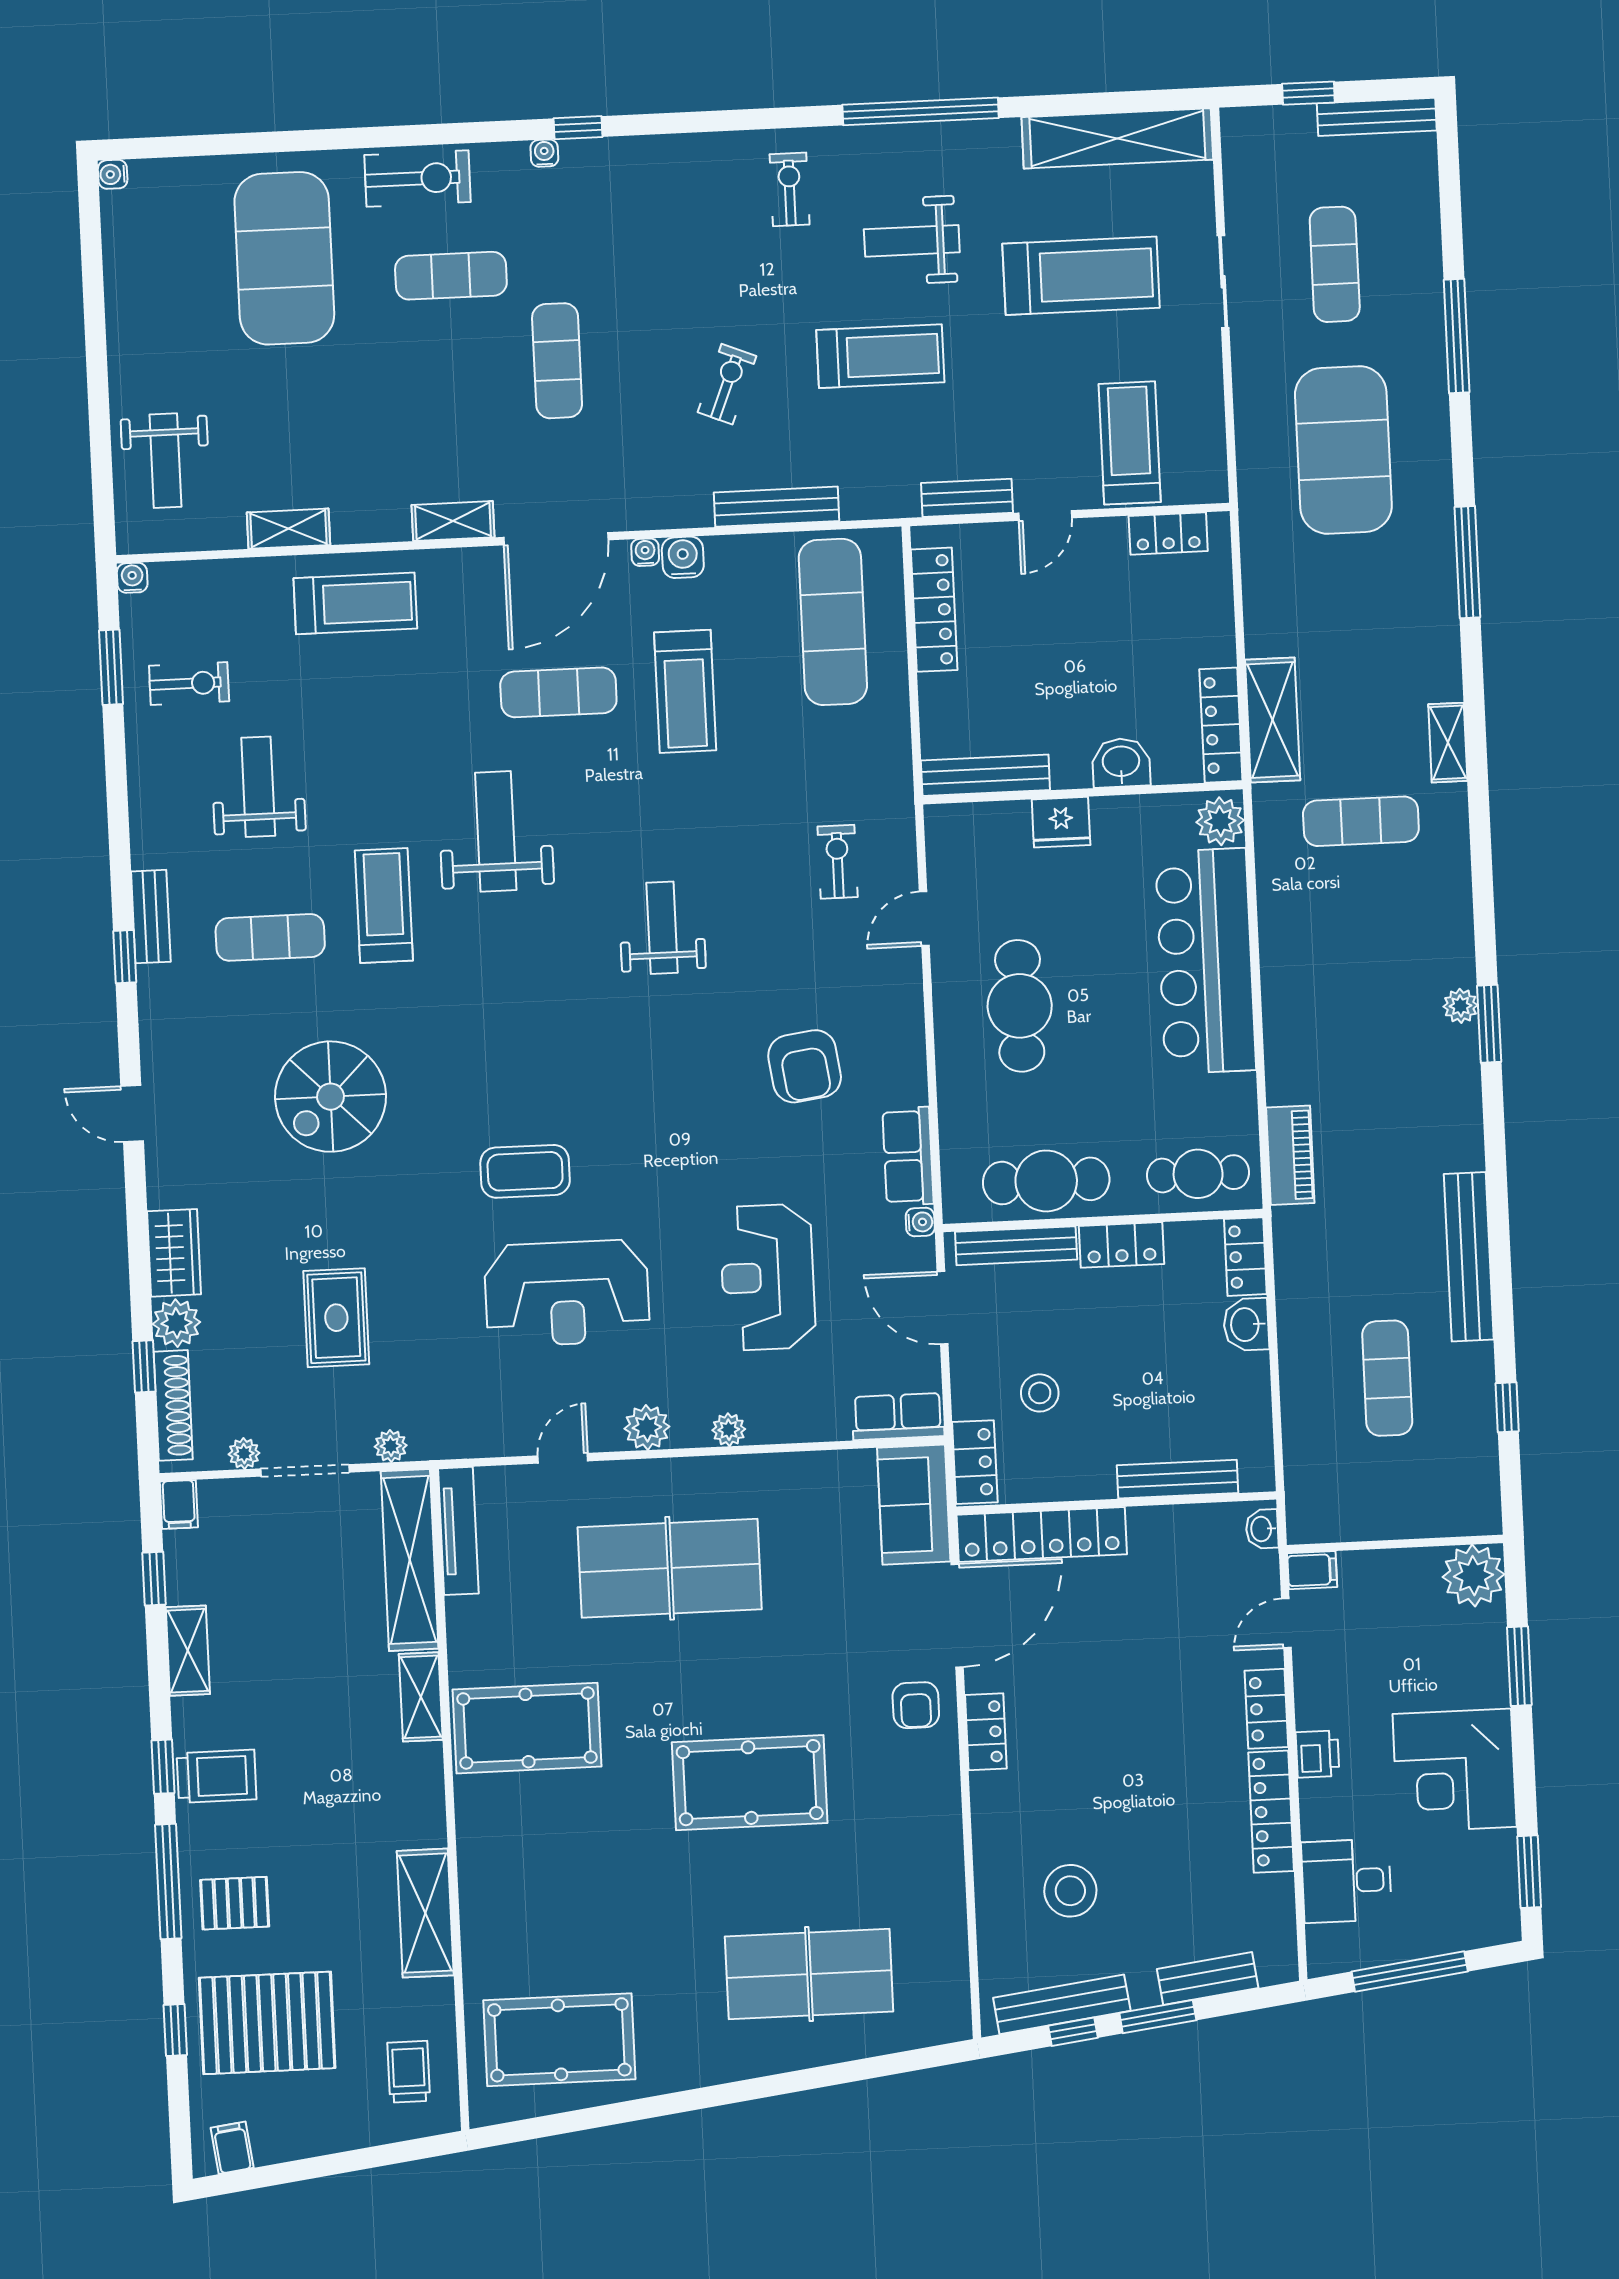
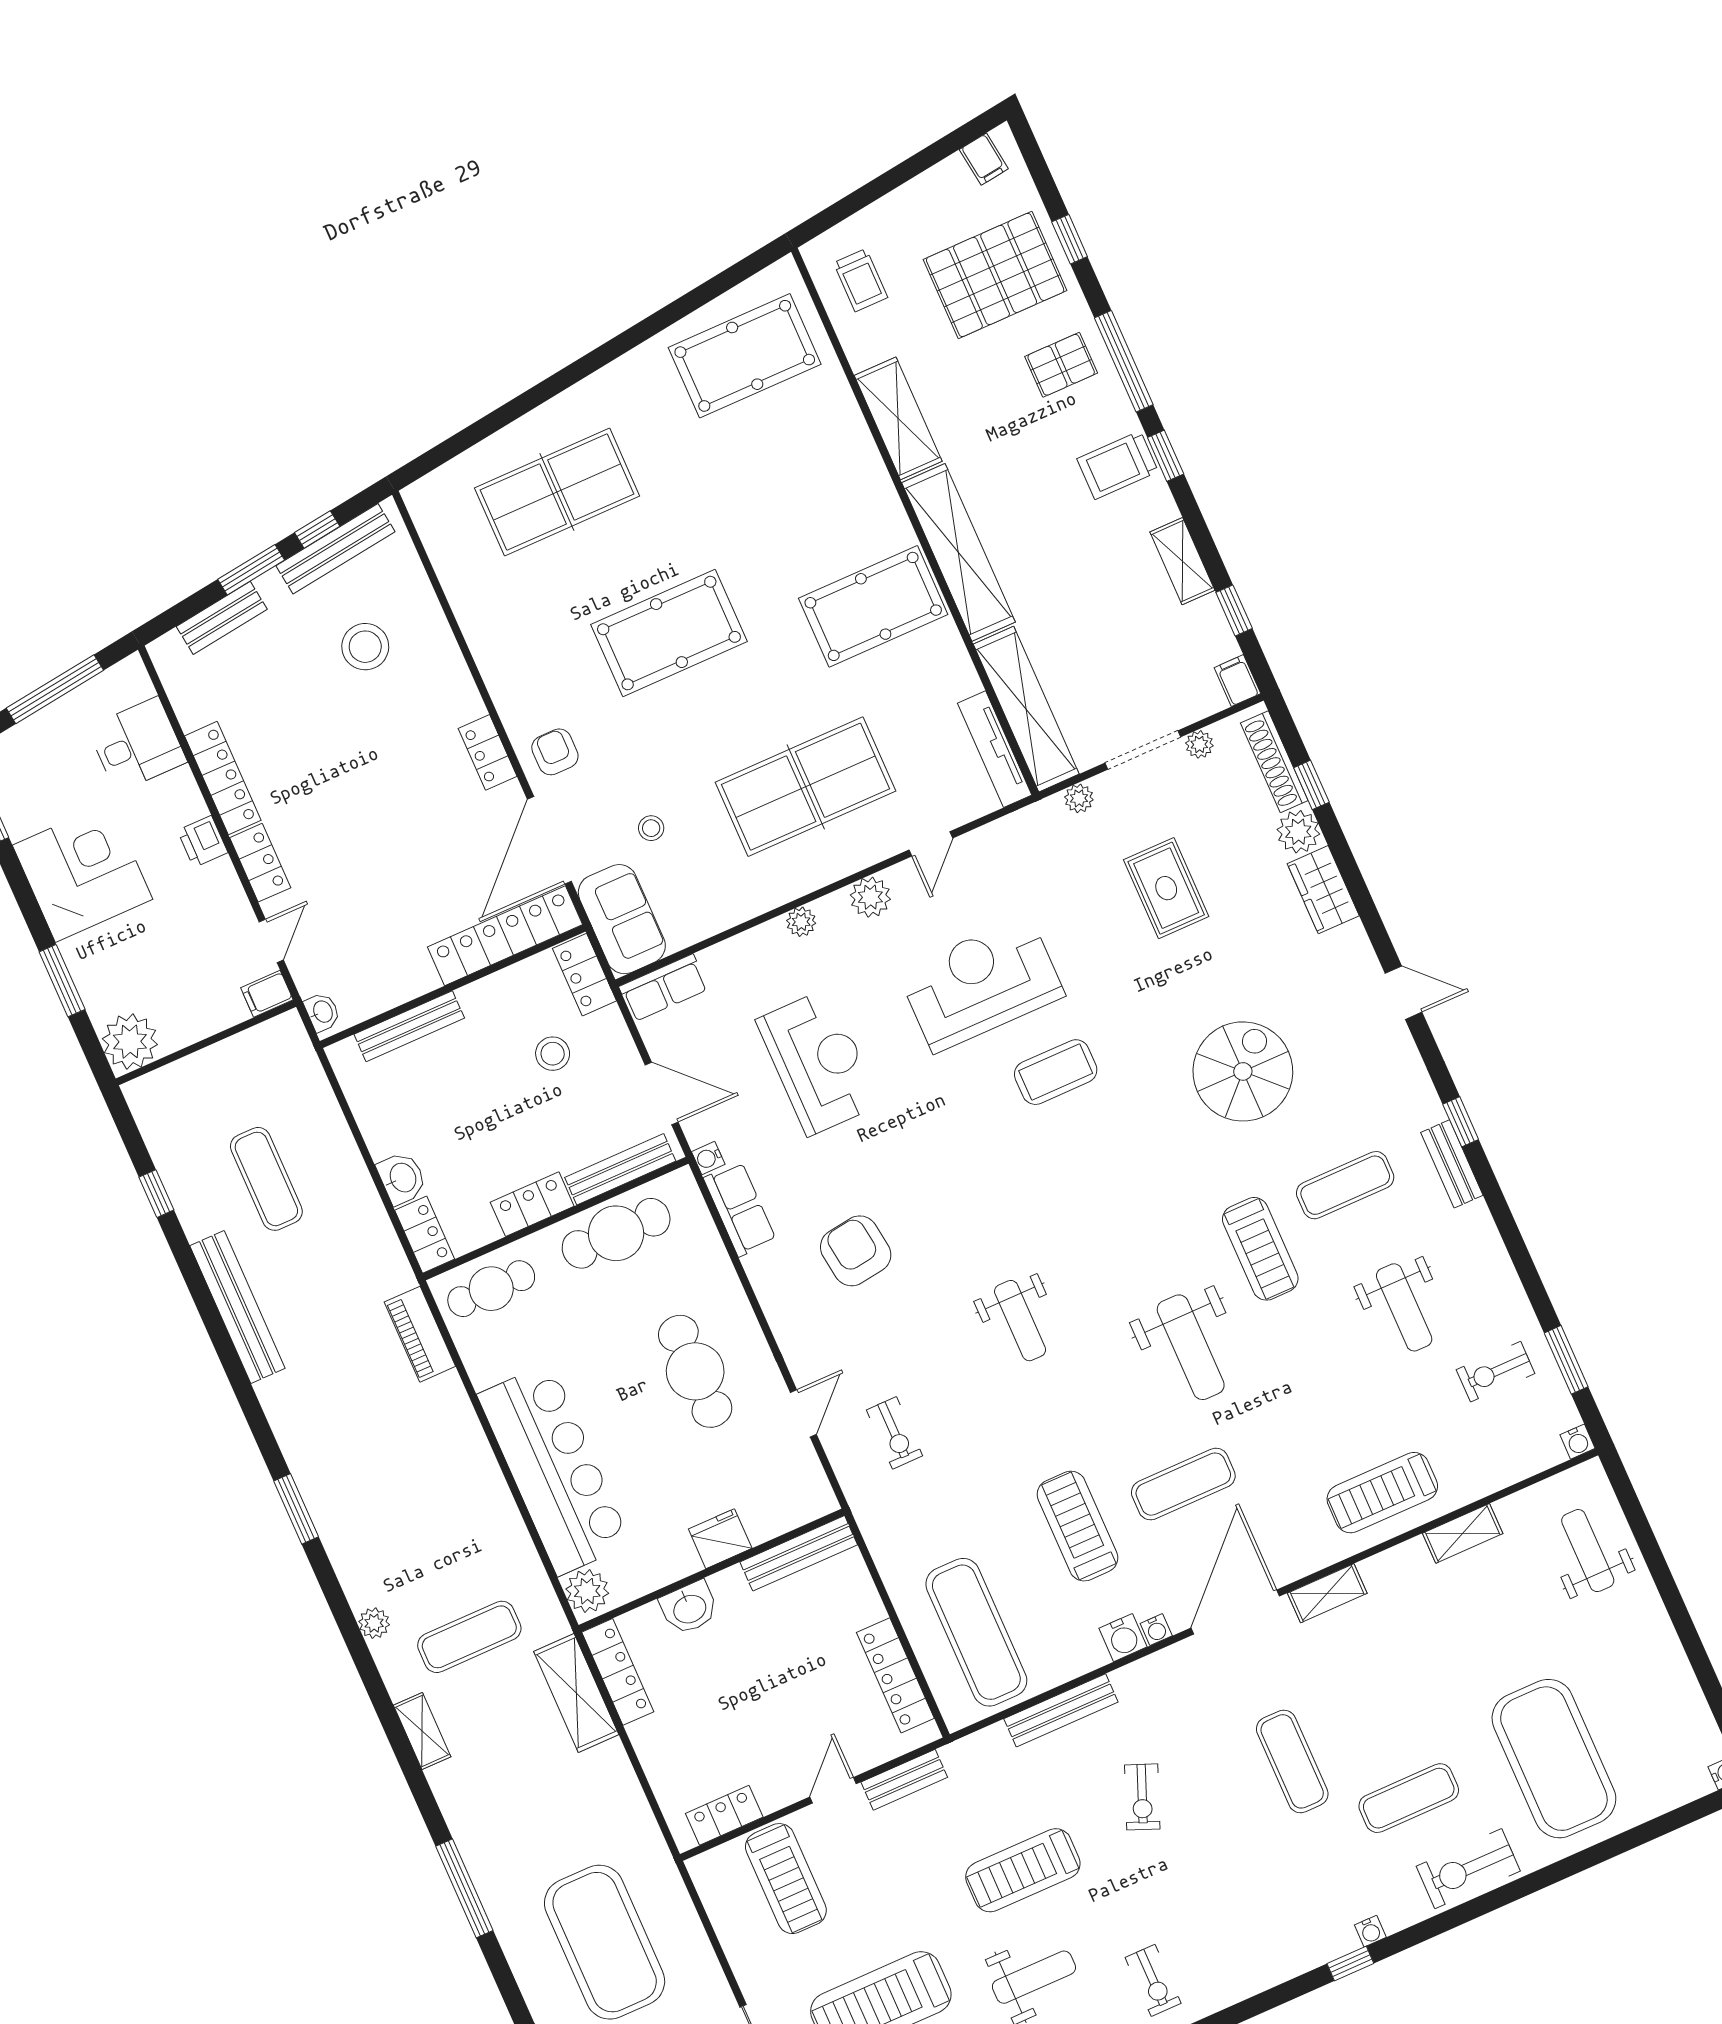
plant: (1460, 1006) -> (374, 1623), moved
stool: (847, 1587) -> (651, 828), added
shelving: (421, 1697) -> (958, 552), width x2.20, depth x1.33

